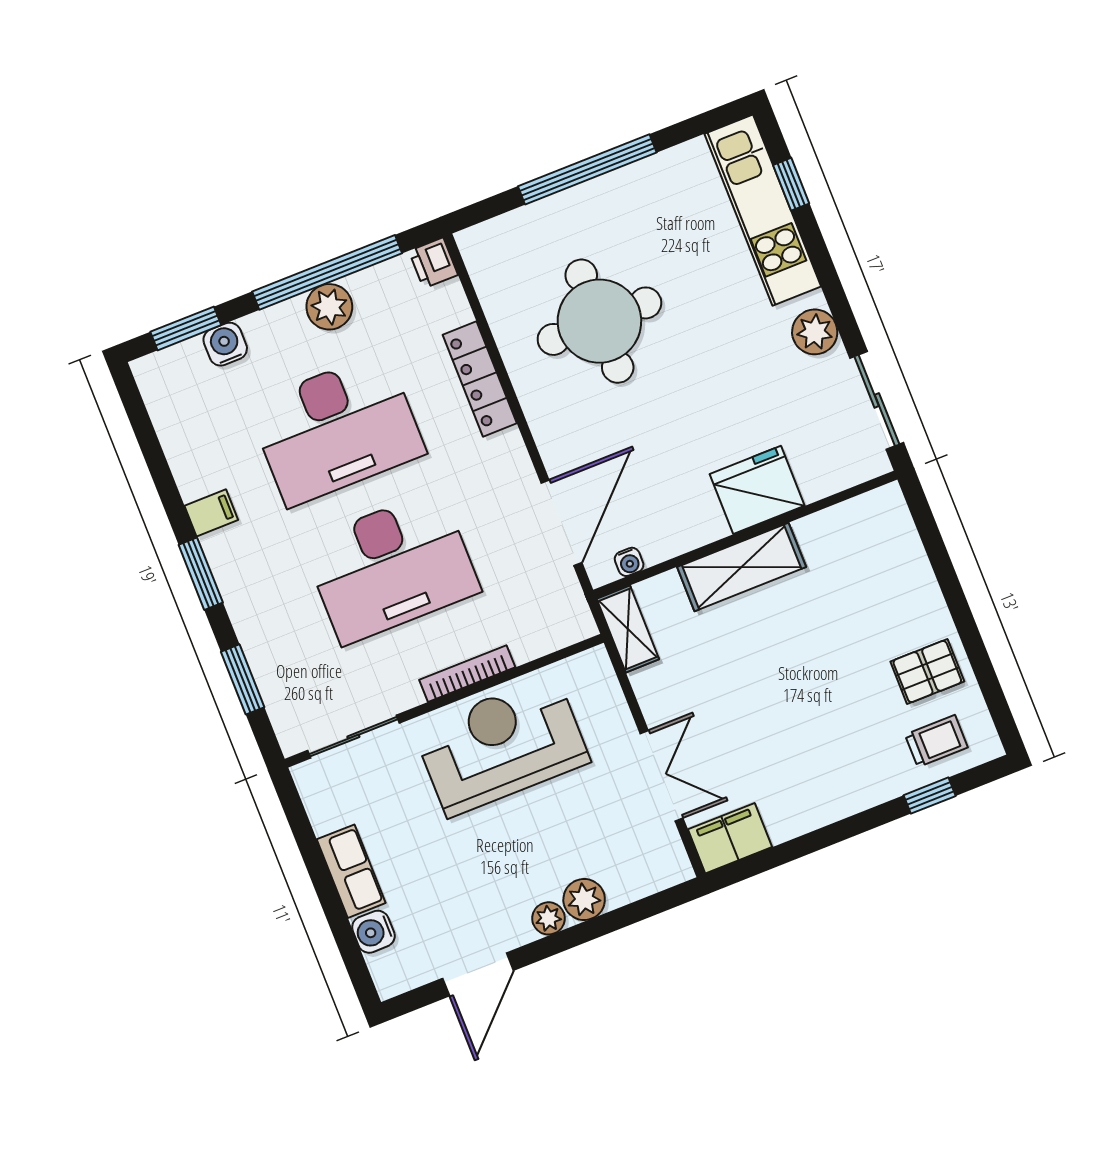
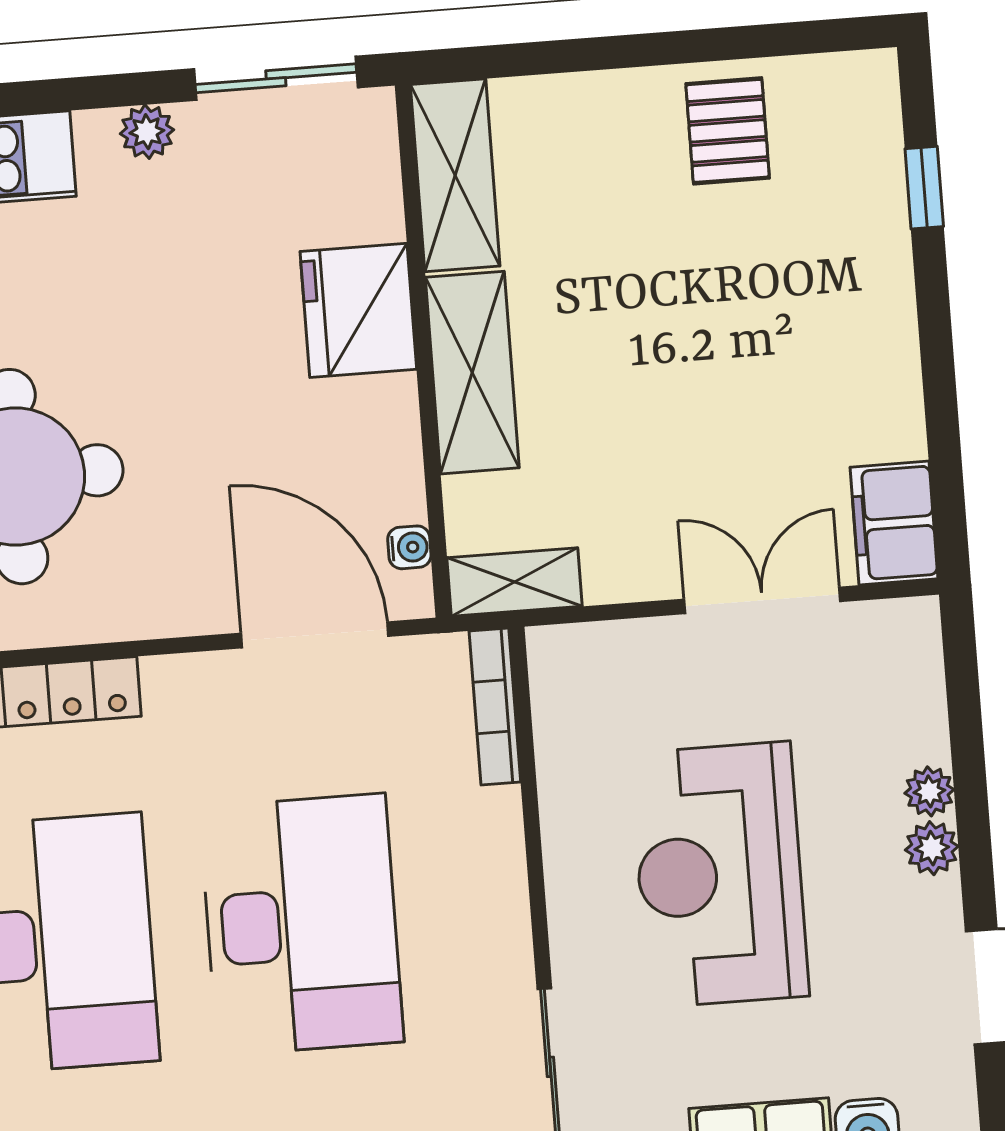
plant: (815, 332) -> (147, 132), width x0.73, depth x0.73
shelving: (853, 522) -> (455, 175), added
bookcase: (467, 674) -> (495, 706), moved
trolley: (936, 741) -> (842, 150), removed
reception desk: (502, 745) -> (720, 875), moved
plant: (584, 899) -> (929, 791), width x0.73, depth x0.73

